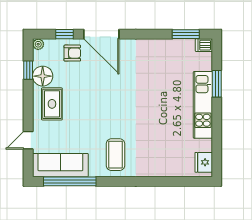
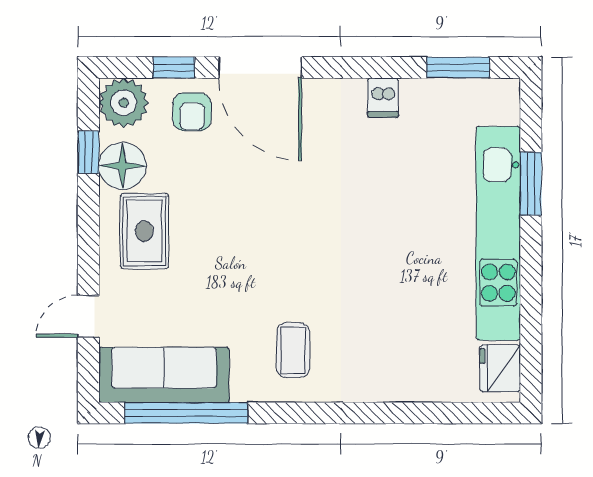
plant: (38, 44) -> (124, 103), width x1.87, depth x1.87
dishwasher: (204, 45) -> (383, 98), moved, turned -90
armchair: (72, 53) -> (192, 112), turned 90
kitchen unit: (203, 105) -> (498, 233), width x1.36
coffee table: (115, 155) -> (293, 350), width x0.73, depth x0.77

